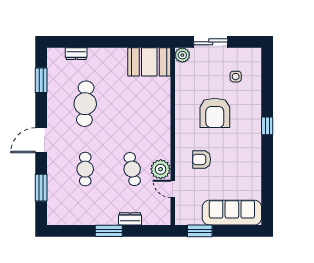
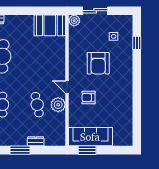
window: (267, 126) -> (137, 43), moved
door: (173, 189) -> (67, 87), moved
sofa: (232, 213) -> (90, 137), moved

